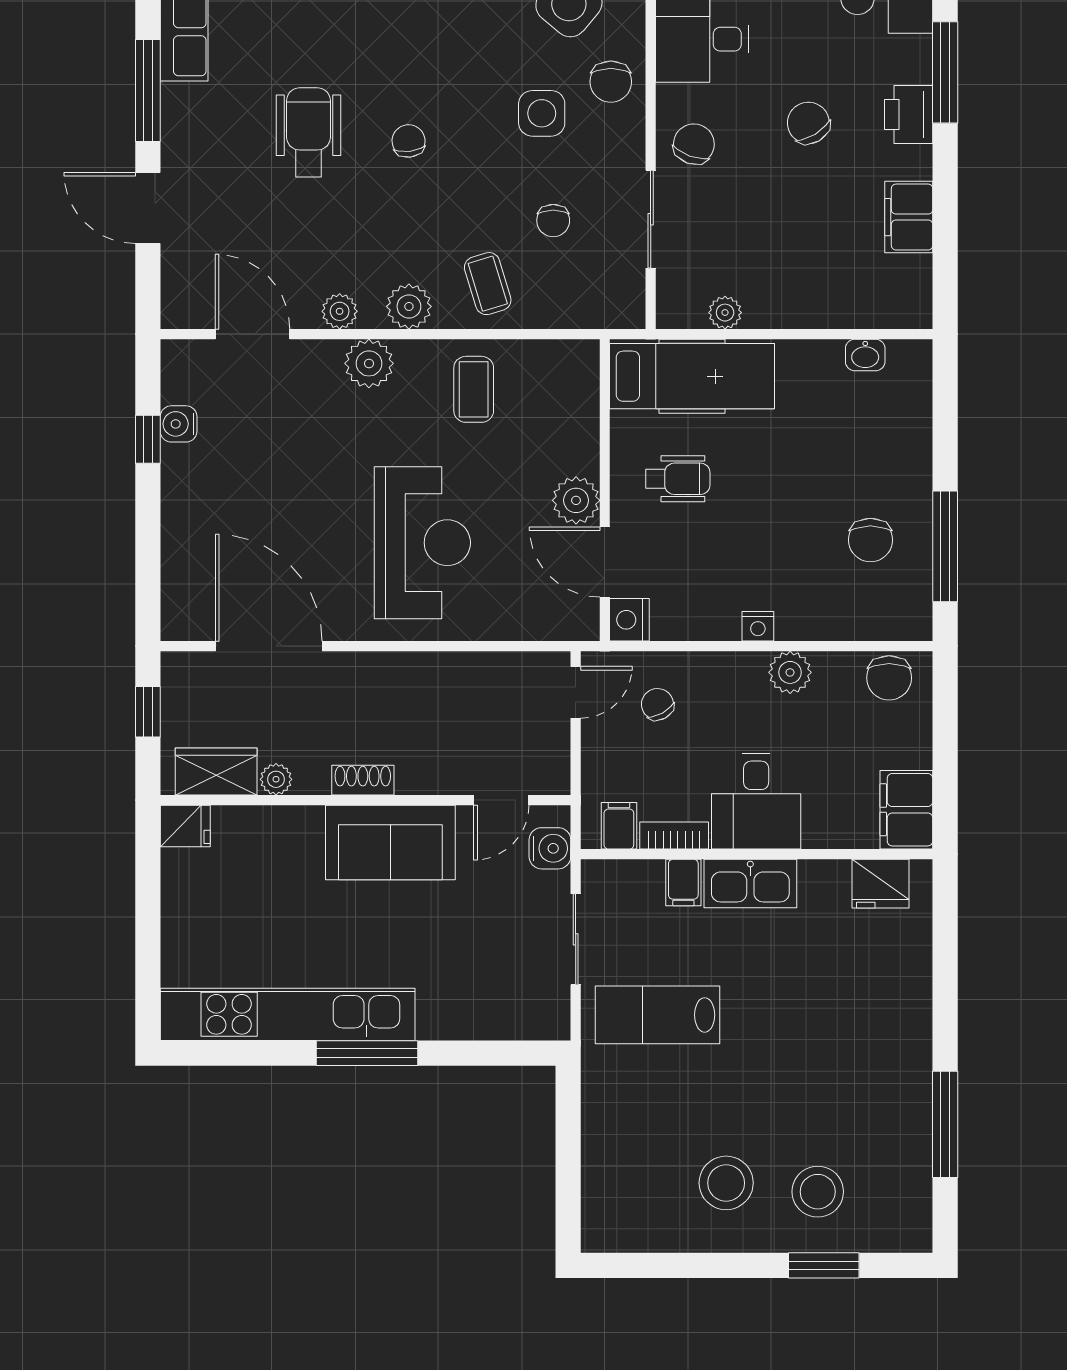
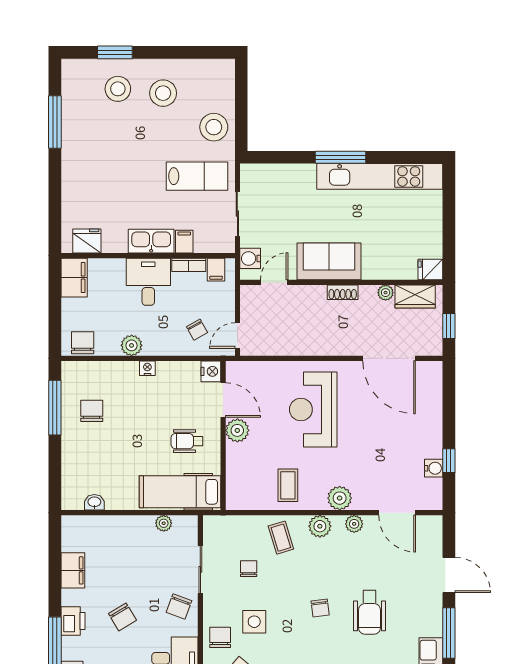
stool: (624, 1114) -> (214, 127), added

